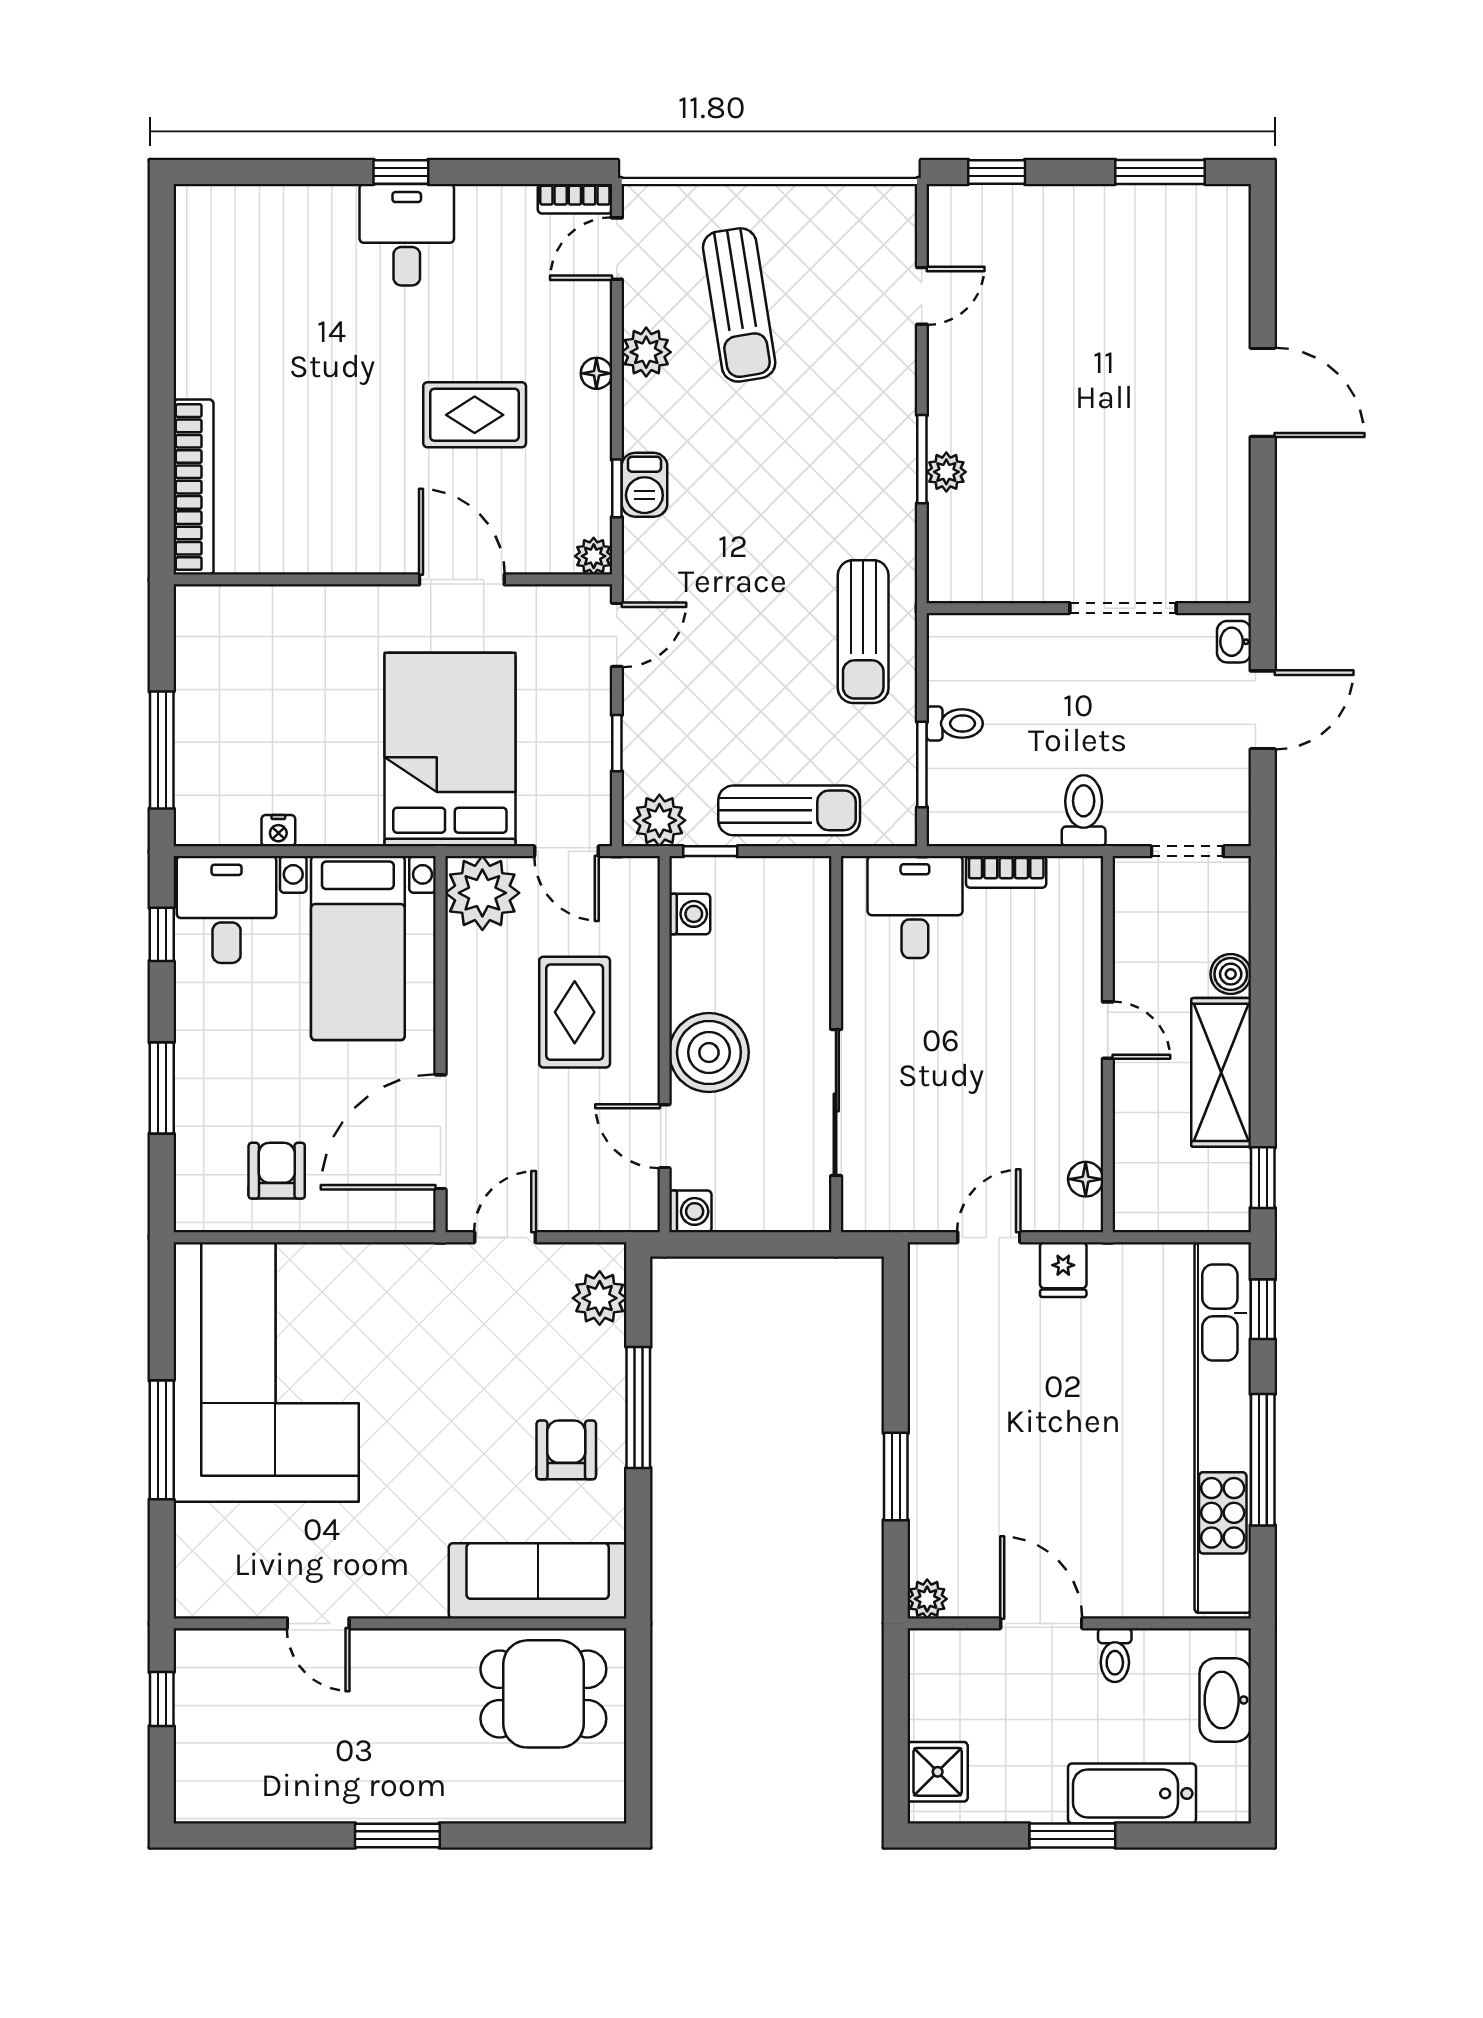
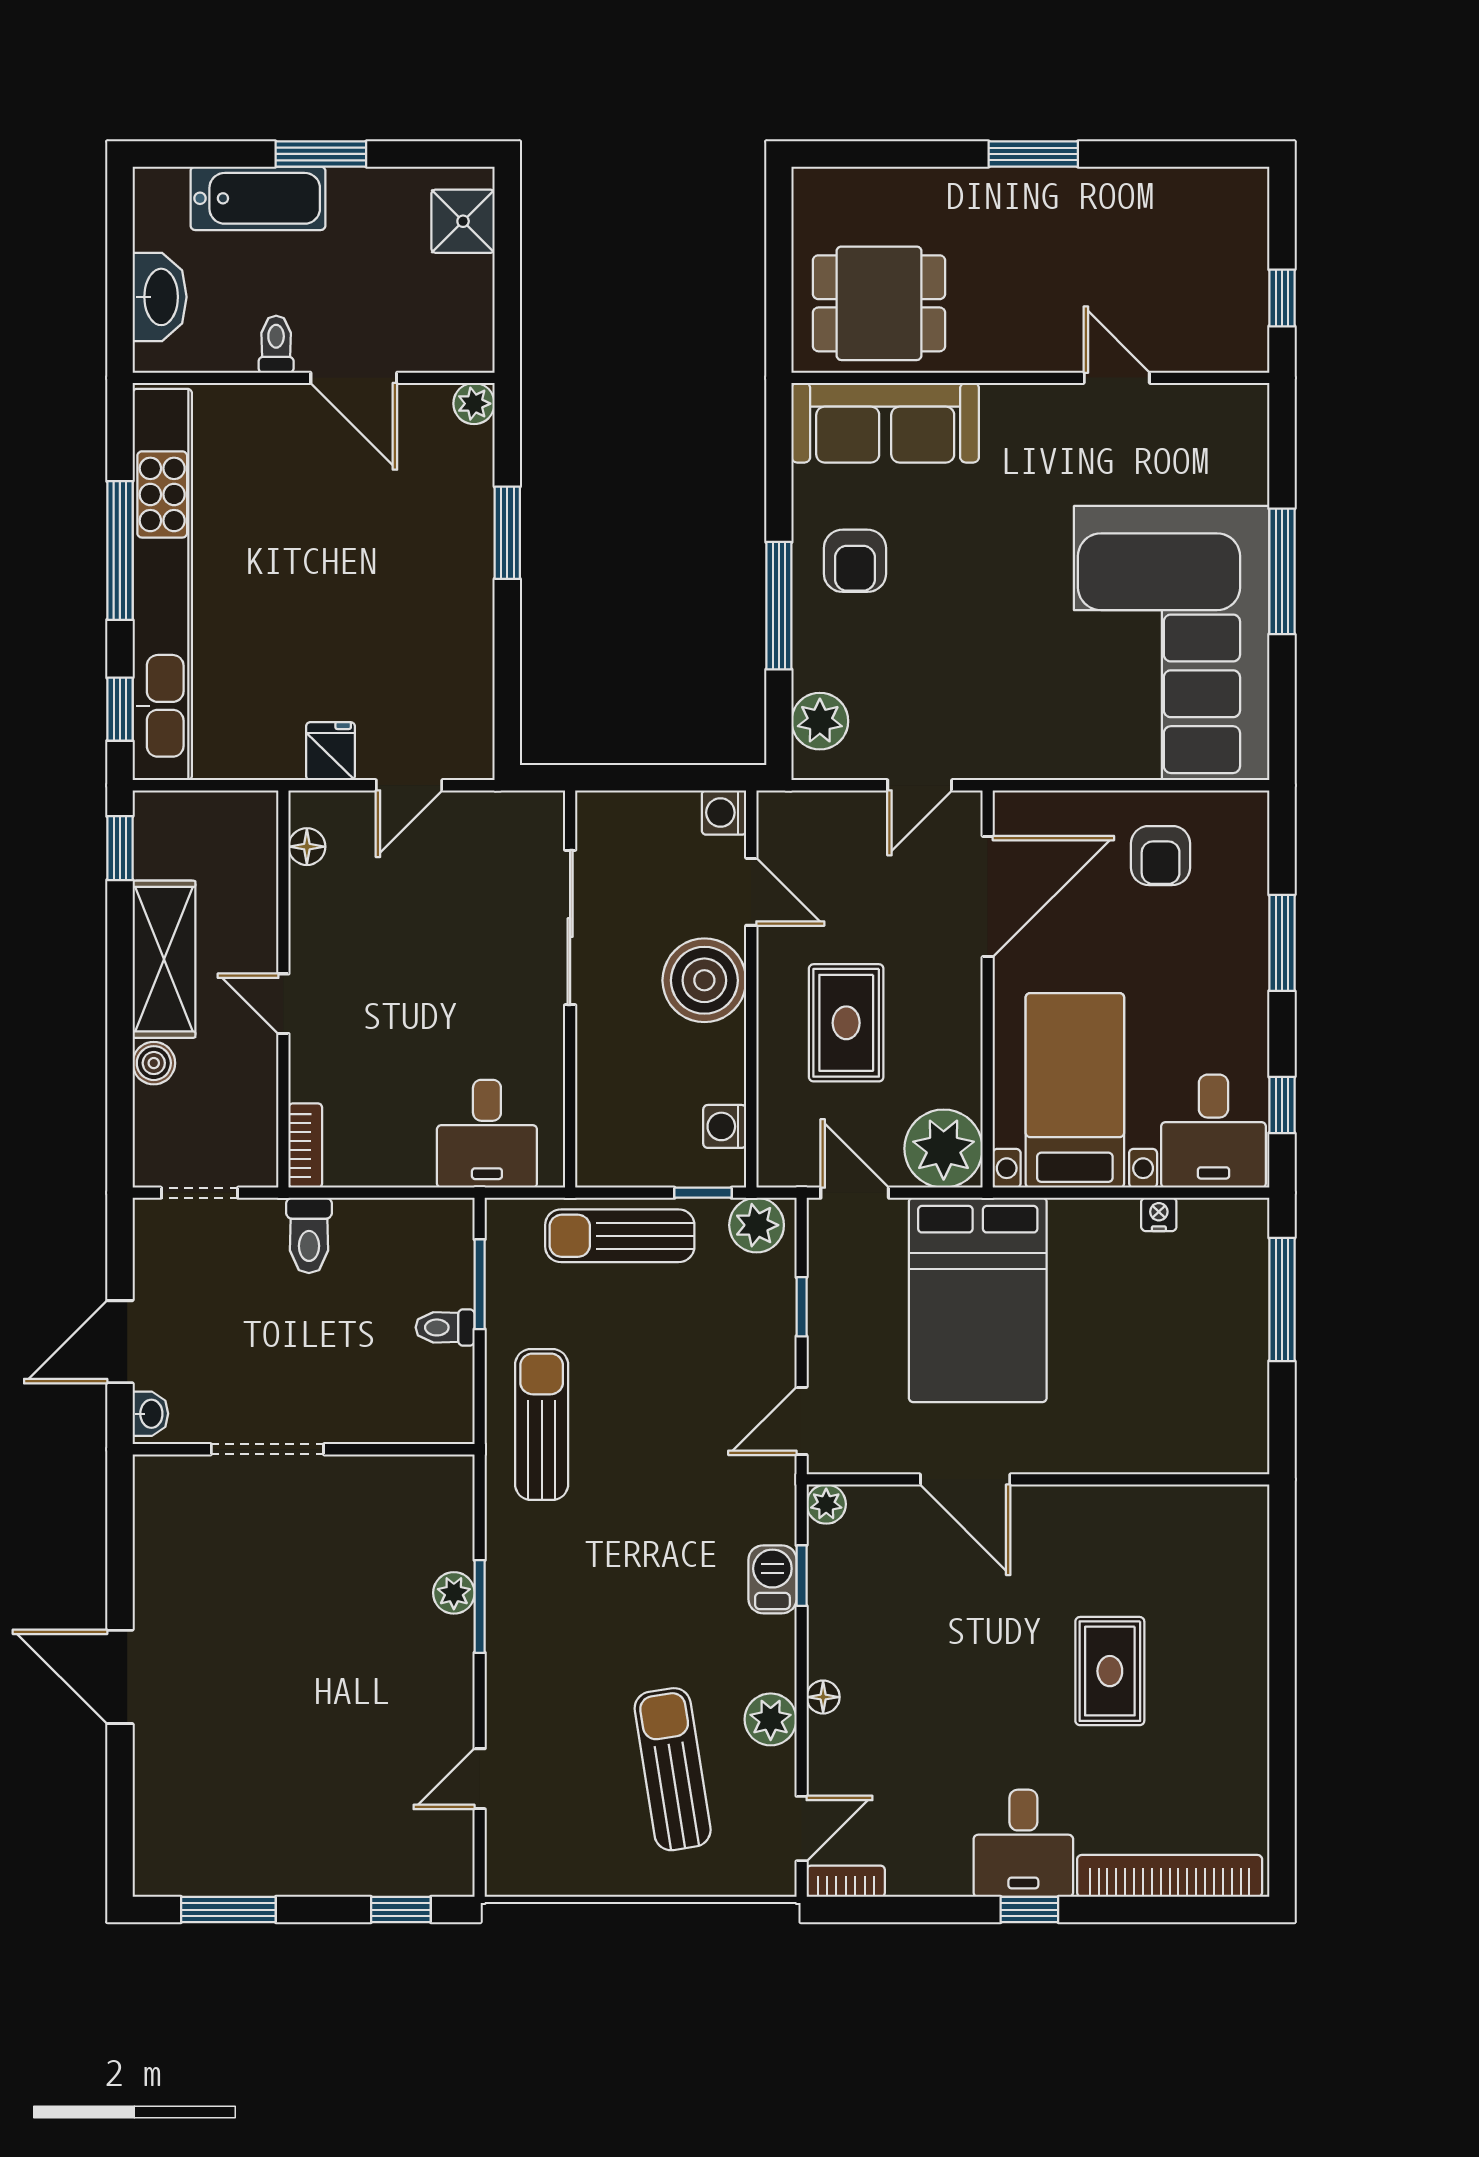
rug: (475, 415) -> (1110, 1671), moved, turned 90
bookcase: (193, 487) -> (1170, 1876), moved, turned 90
bookcase: (1006, 872) -> (305, 1146), moved, turned 90

